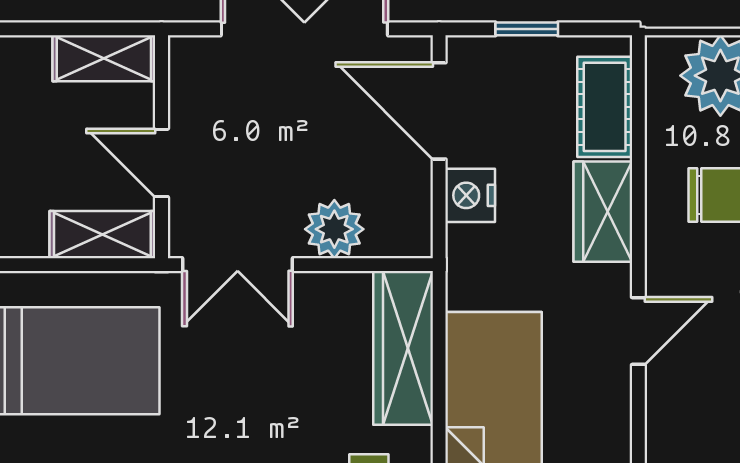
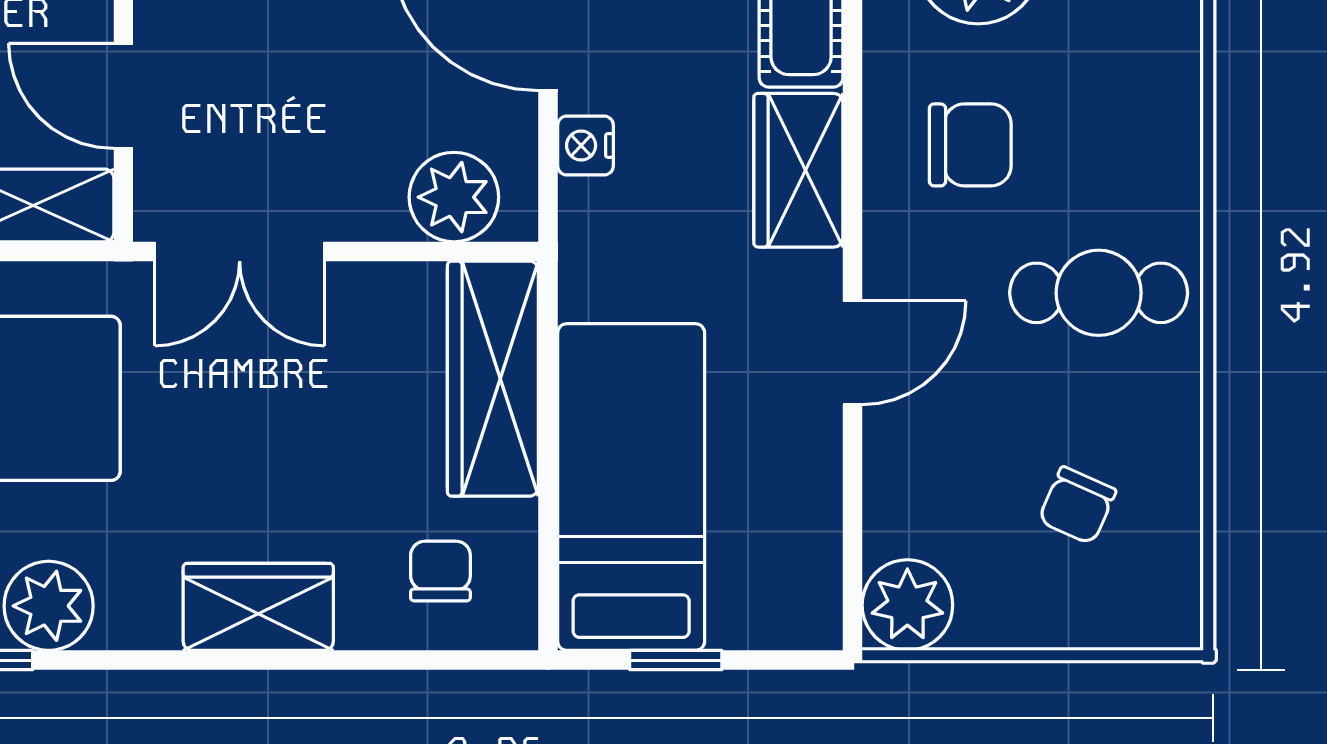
nightstand: (470, 195) -> (585, 146), width x0.72, depth x0.74
plant: (334, 229) -> (454, 197), moved

